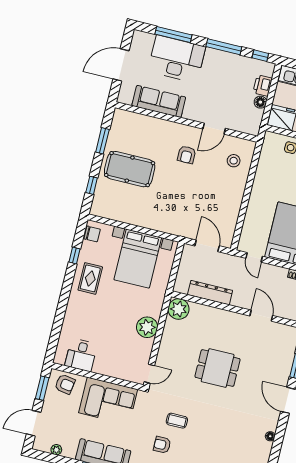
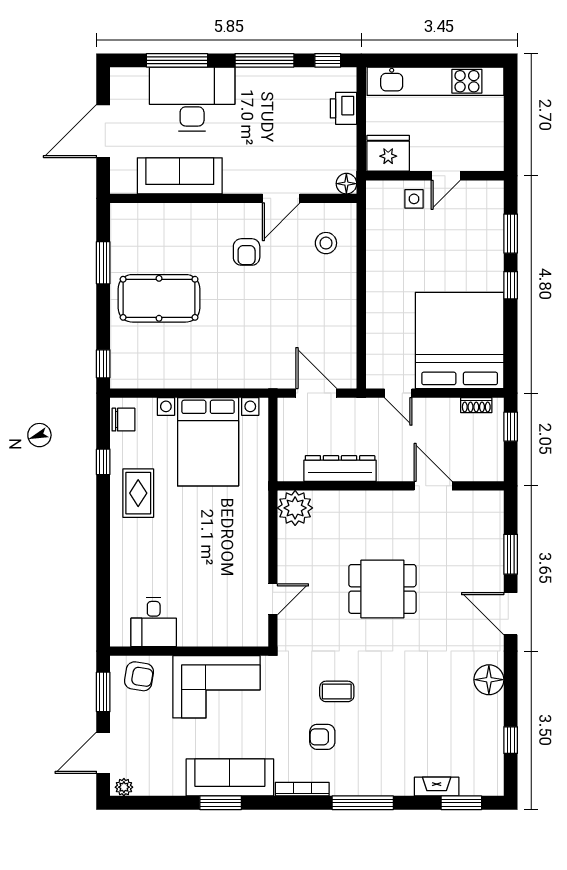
floor lamp: (260, 102) -> (346, 184), moved
window: (92, 185) -> (103, 364), moved
plant: (147, 327) -> (251, 550), removed
door: (149, 374) -> (273, 599), moved
floor lamp: (270, 436) -> (489, 680), width x1.89, depth x1.89
plant: (56, 450) -> (124, 787), moved

